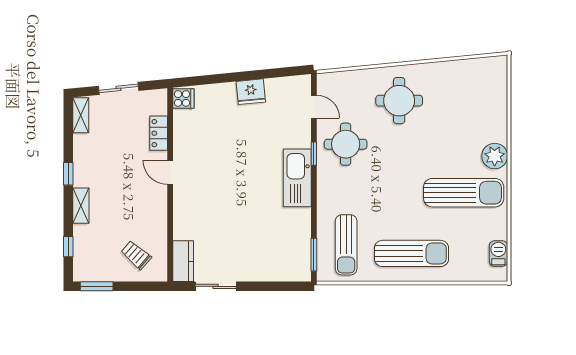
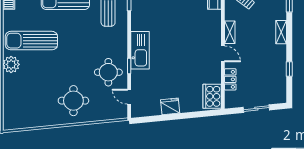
cooker: (183, 98) -> (212, 96), width x1.87, depth x1.31
shelving: (81, 115) -> (230, 32), moved
window: (68, 174) -> (289, 69), moved

